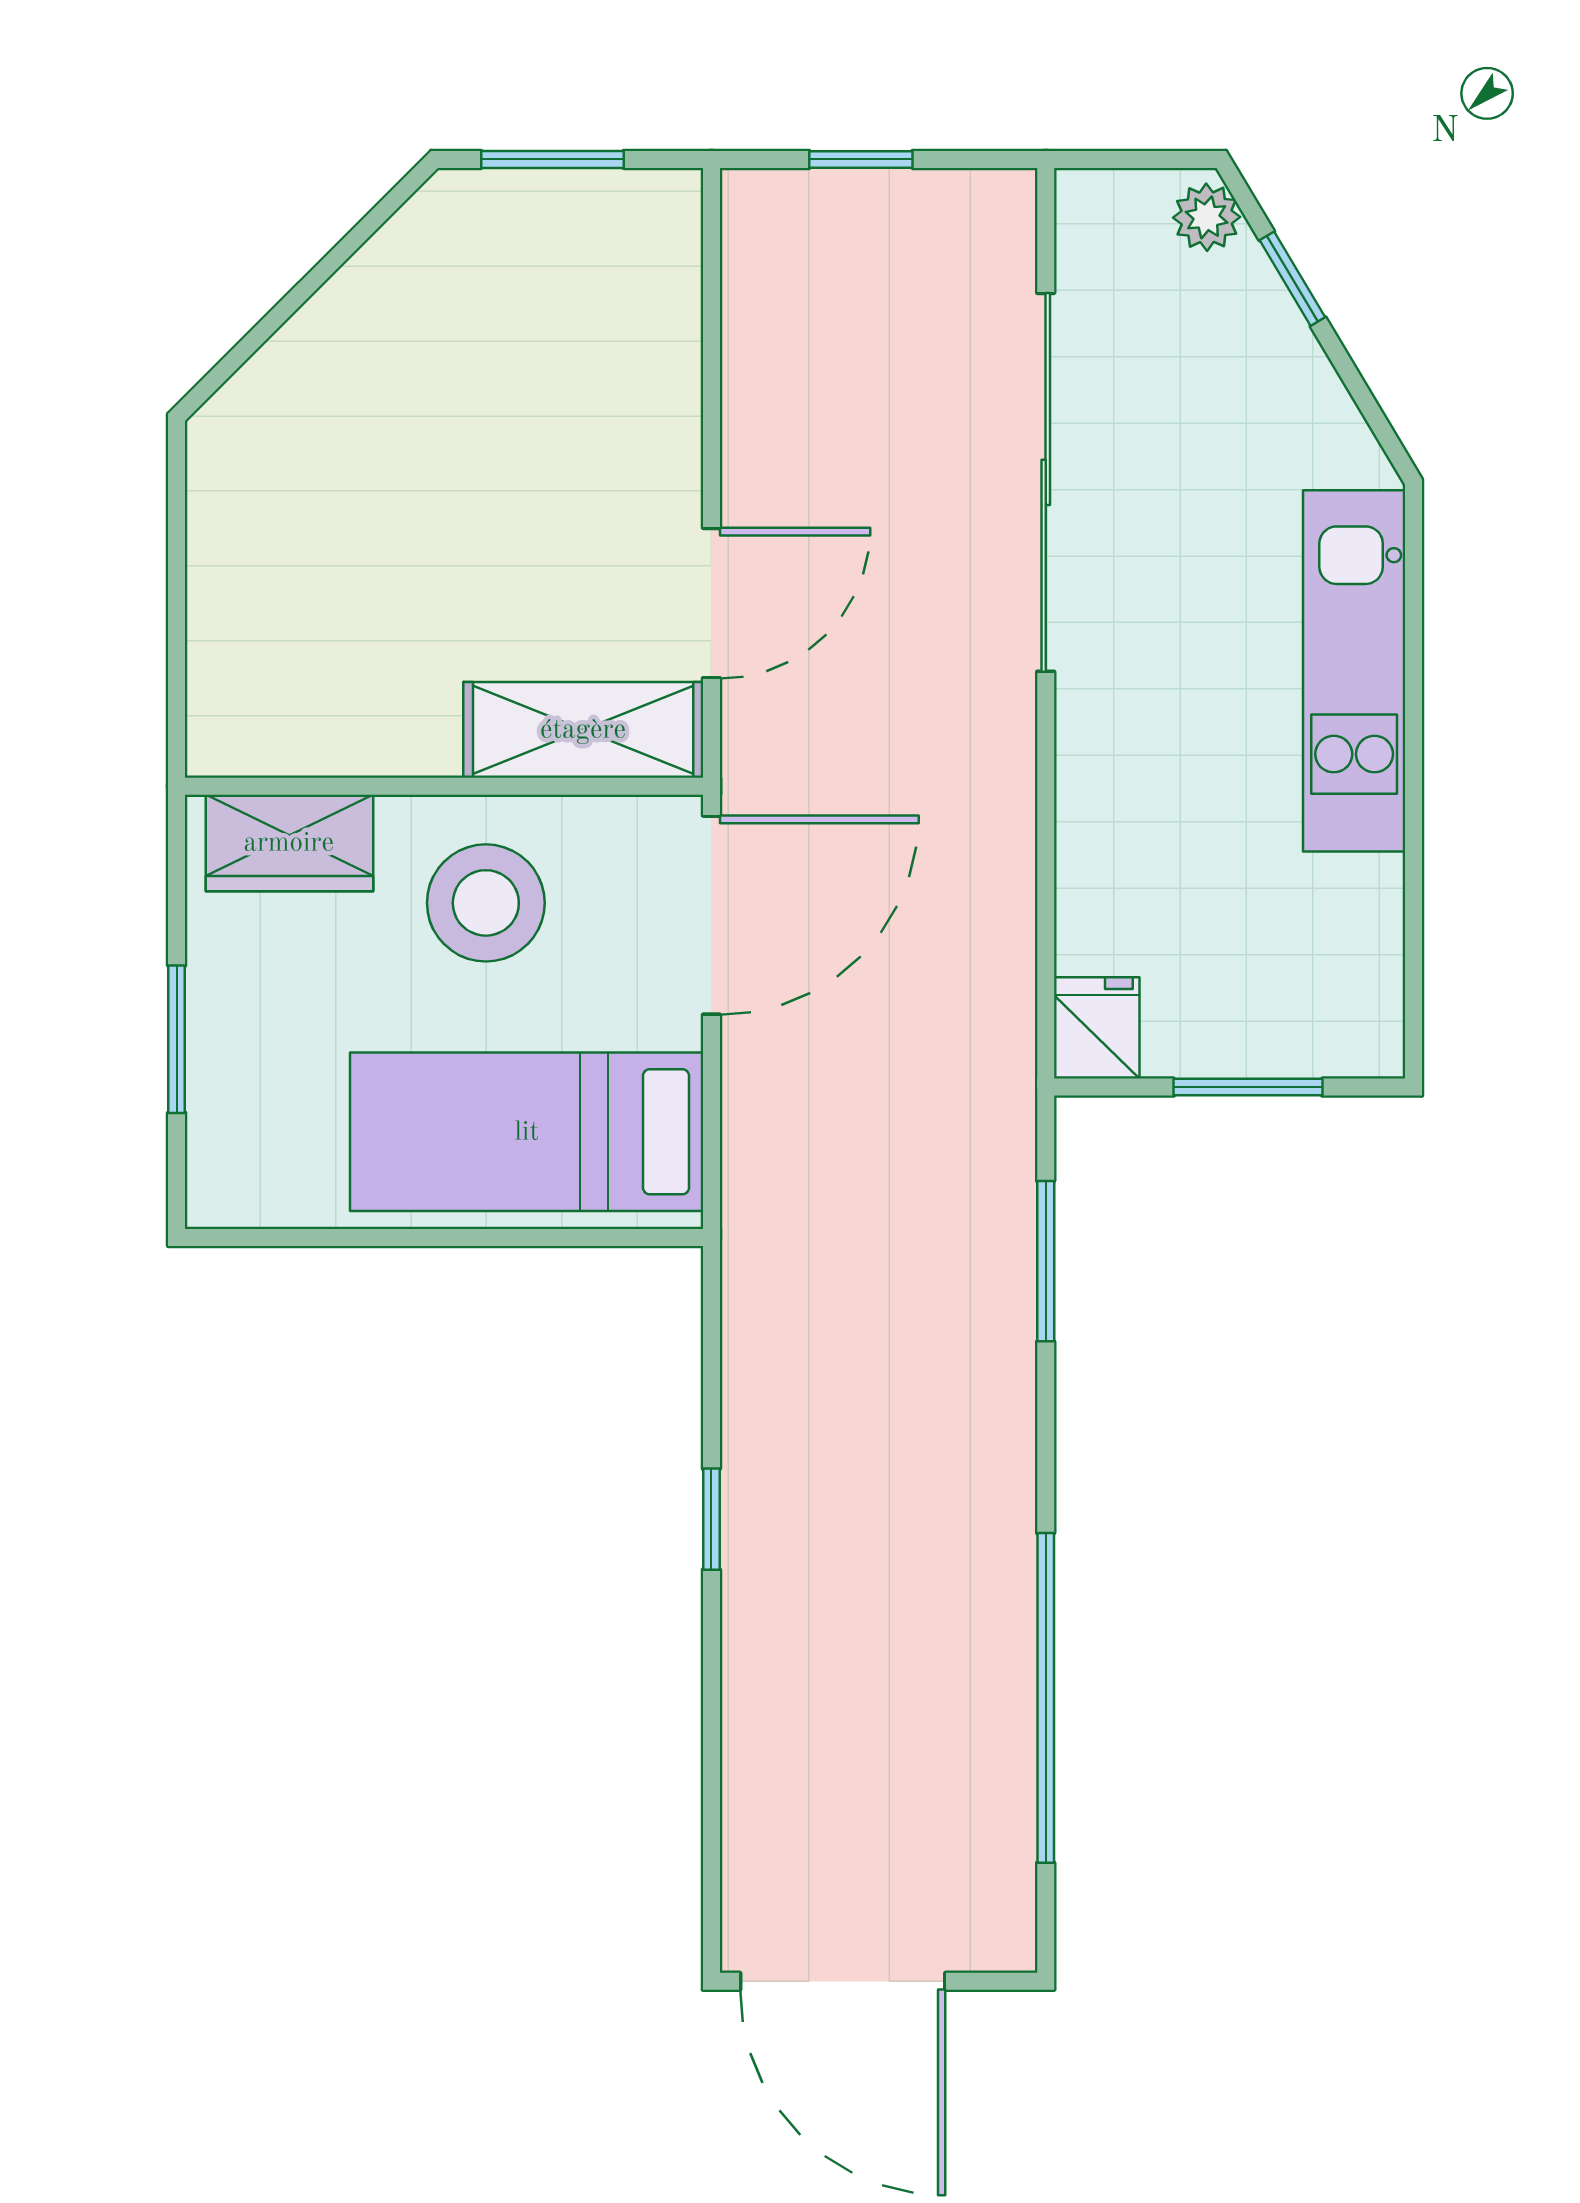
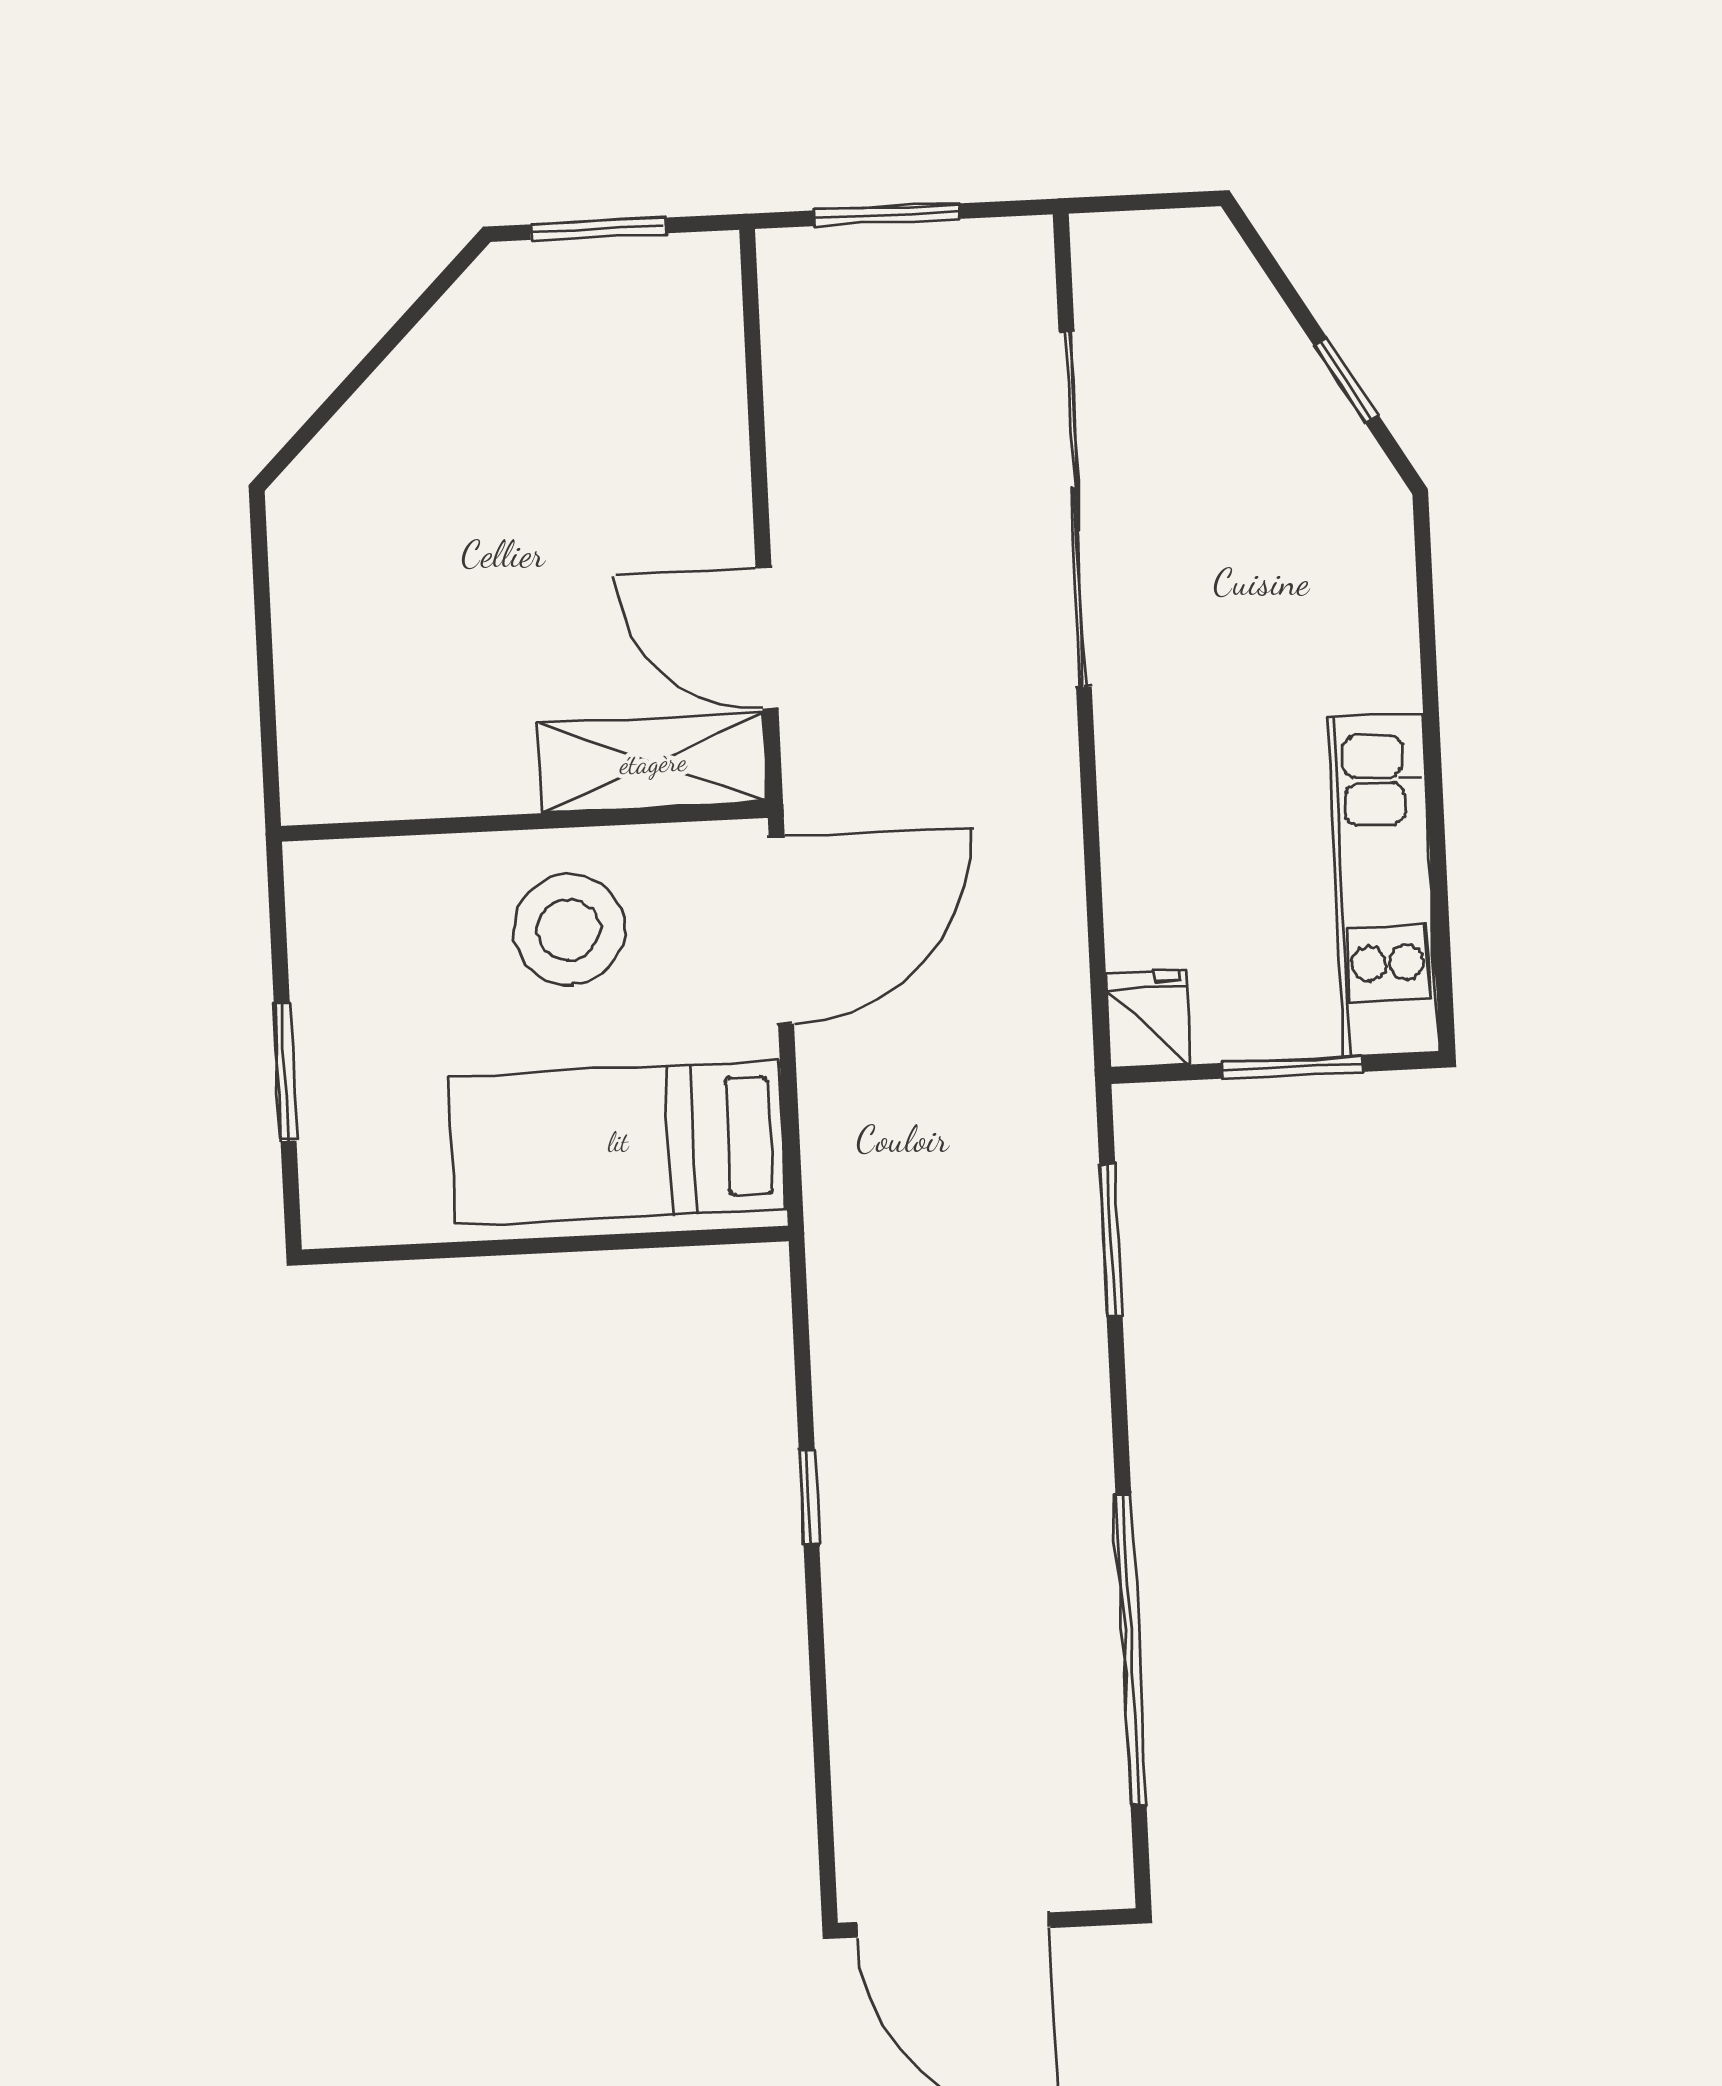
window: (861, 159) -> (887, 215), width x1.50
plant: (1207, 217) -> (1214, 253), removed
window: (1292, 279) -> (1346, 381), moved
door: (711, 603) -> (767, 638), swing flipped
kitchen unit: (1354, 671) -> (1384, 885), moved
wardrobe: (289, 843) -> (382, 882), removed

